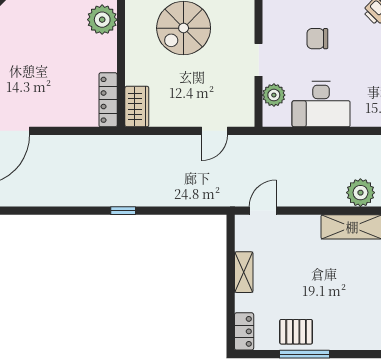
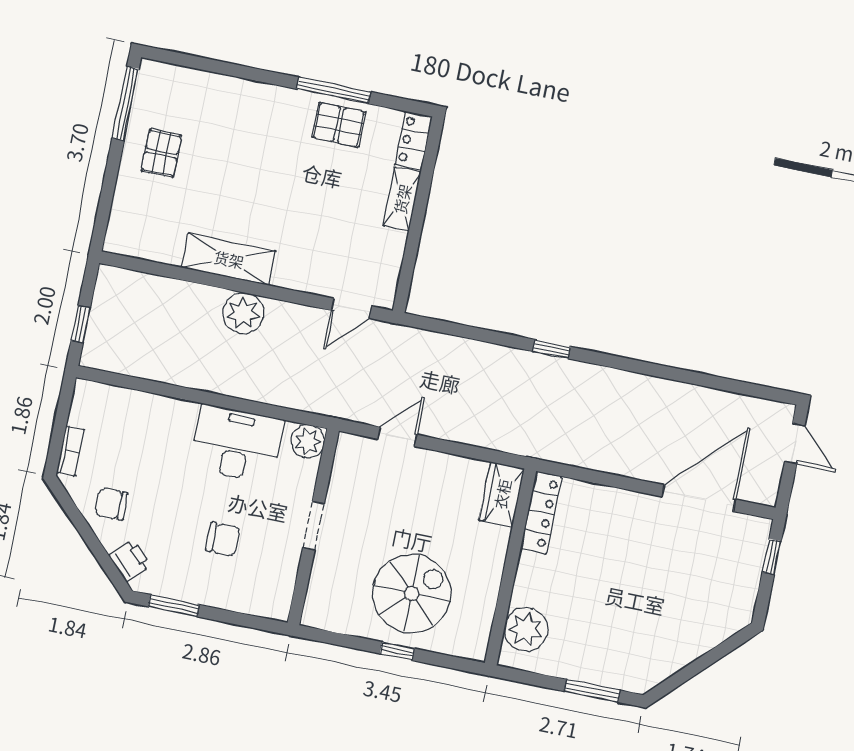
plant: (274, 95) -> (308, 441), moved
plant: (360, 193) -> (243, 313), moved
shelving: (244, 272) -> (402, 199), moved

